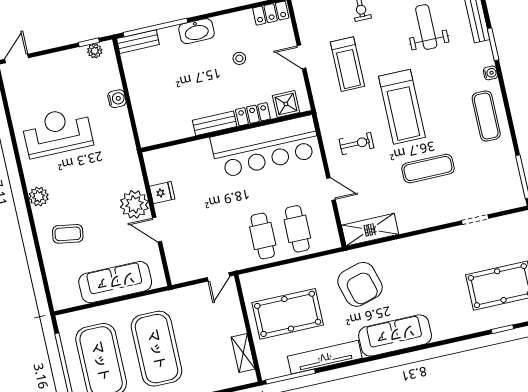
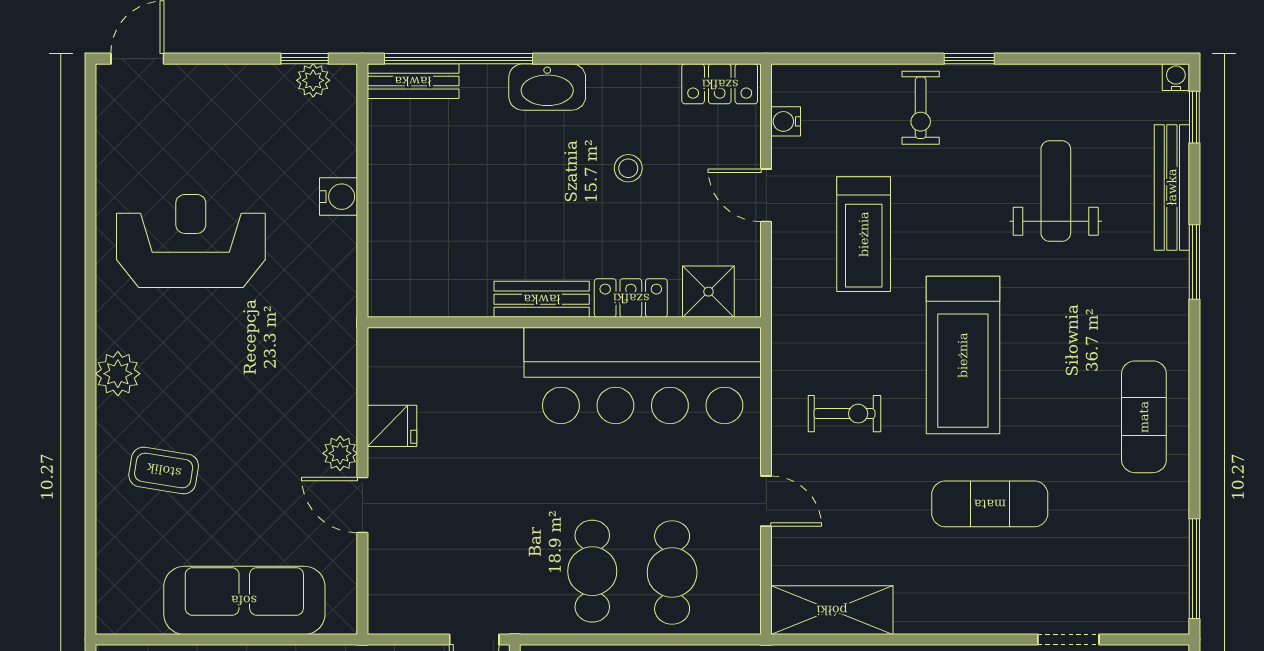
water cooler: (491, 73) -> (786, 121), moved, turned 180
plant: (134, 204) -> (340, 453), width x0.53, depth x0.53

